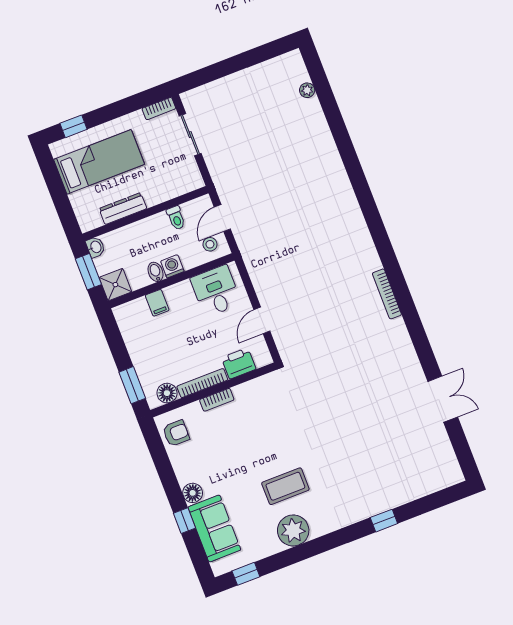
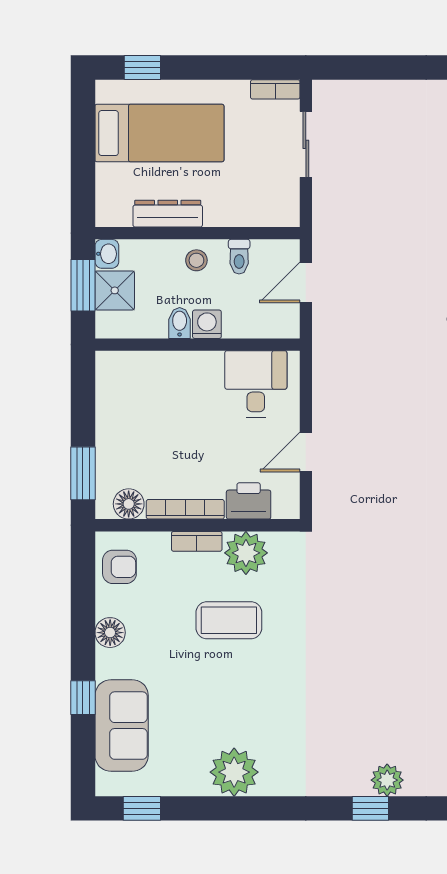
stool: (210, 244) -> (196, 260), moved
shower: (115, 285) -> (115, 290), moved
filing cabinet: (157, 303) -> (165, 368), removed
plant: (249, 395) -> (246, 553), added
coffee table: (285, 486) -> (229, 620), moved
floor lamp: (193, 493) -> (110, 633), moved
plant: (387, 500) -> (387, 780), added

